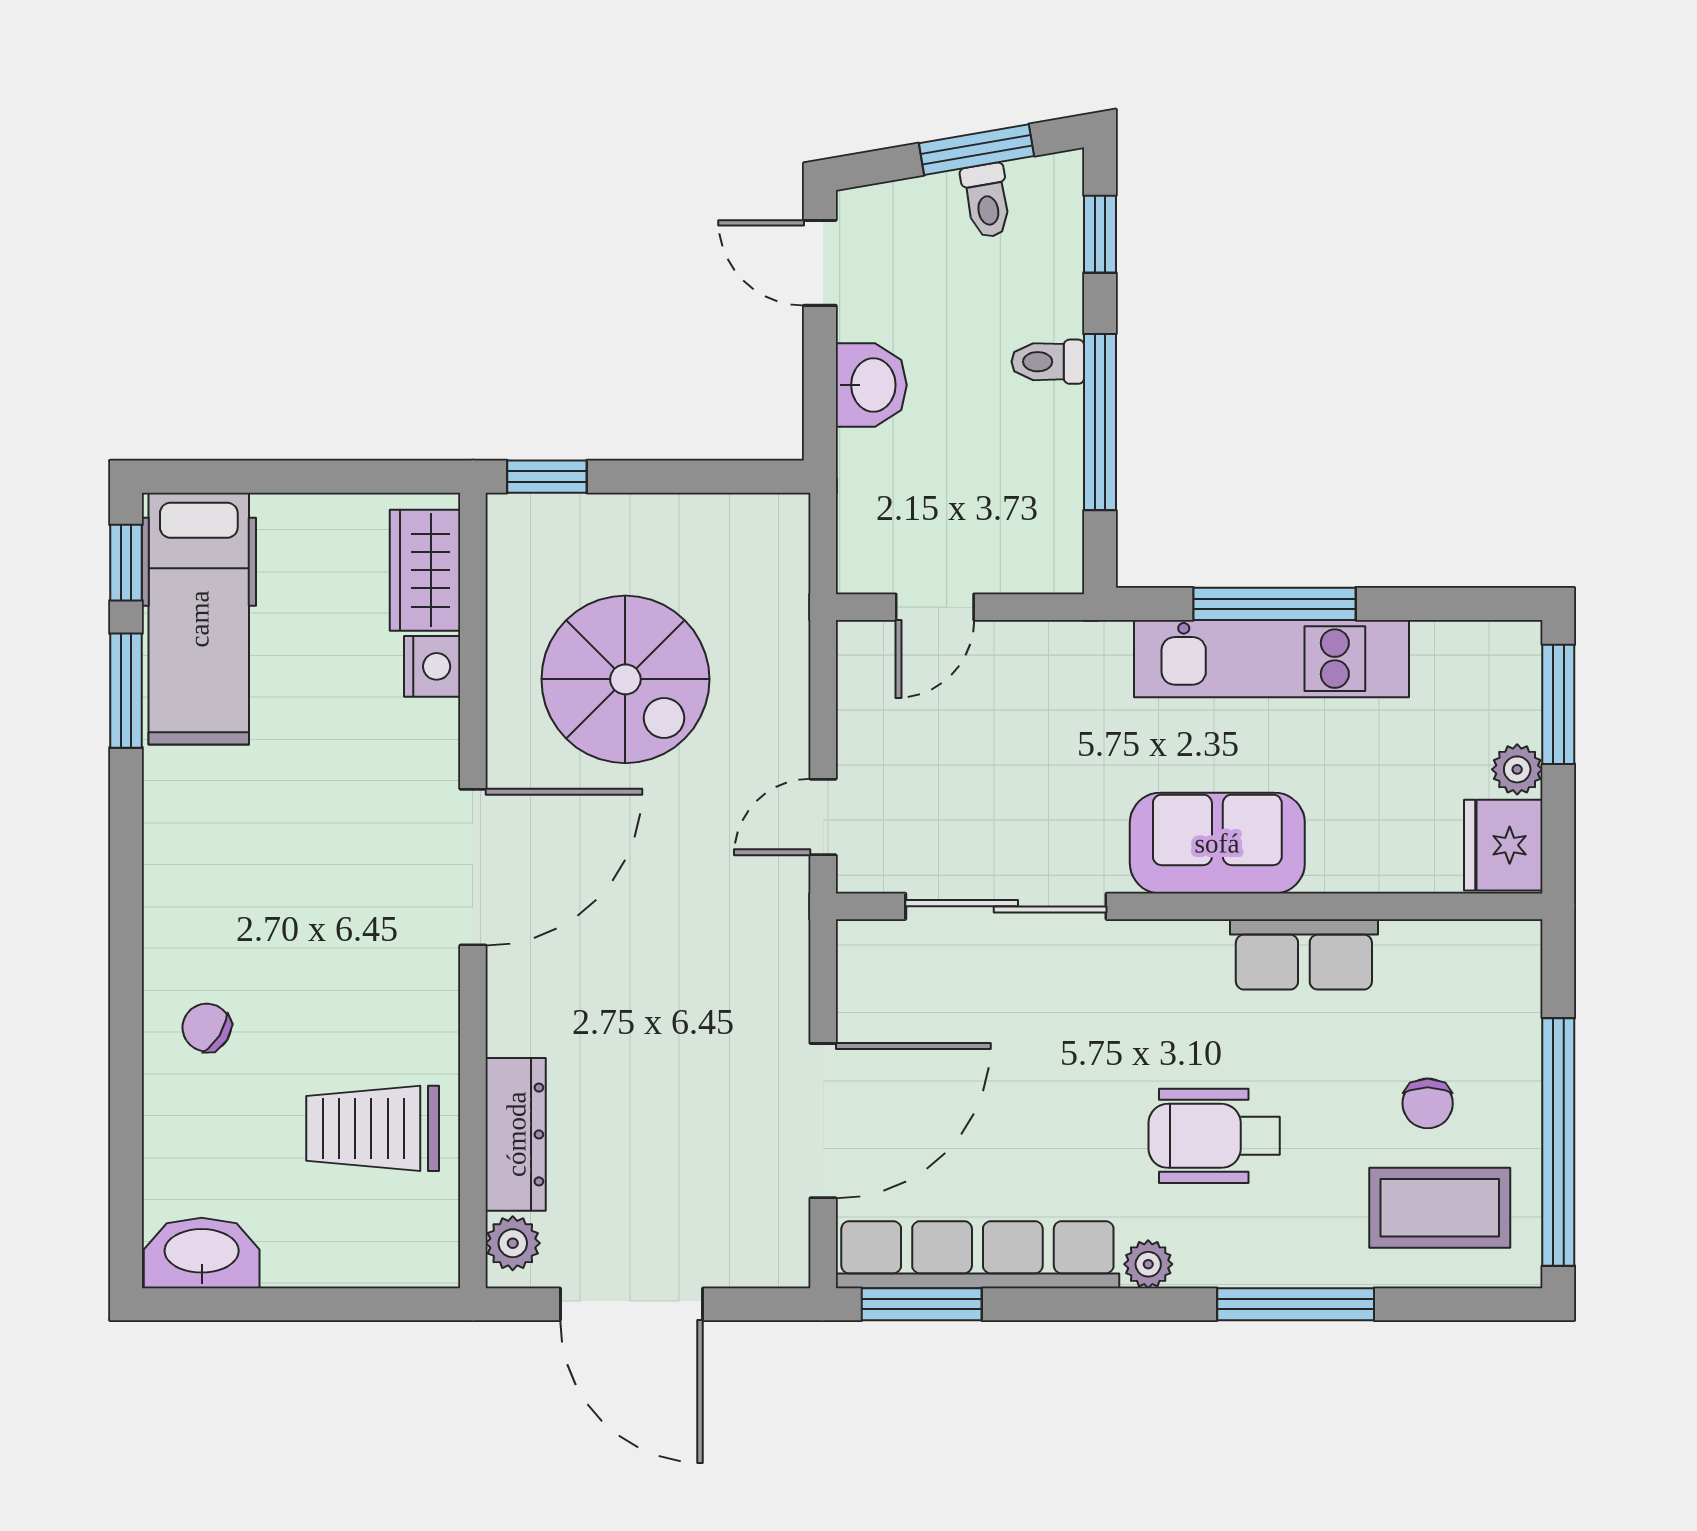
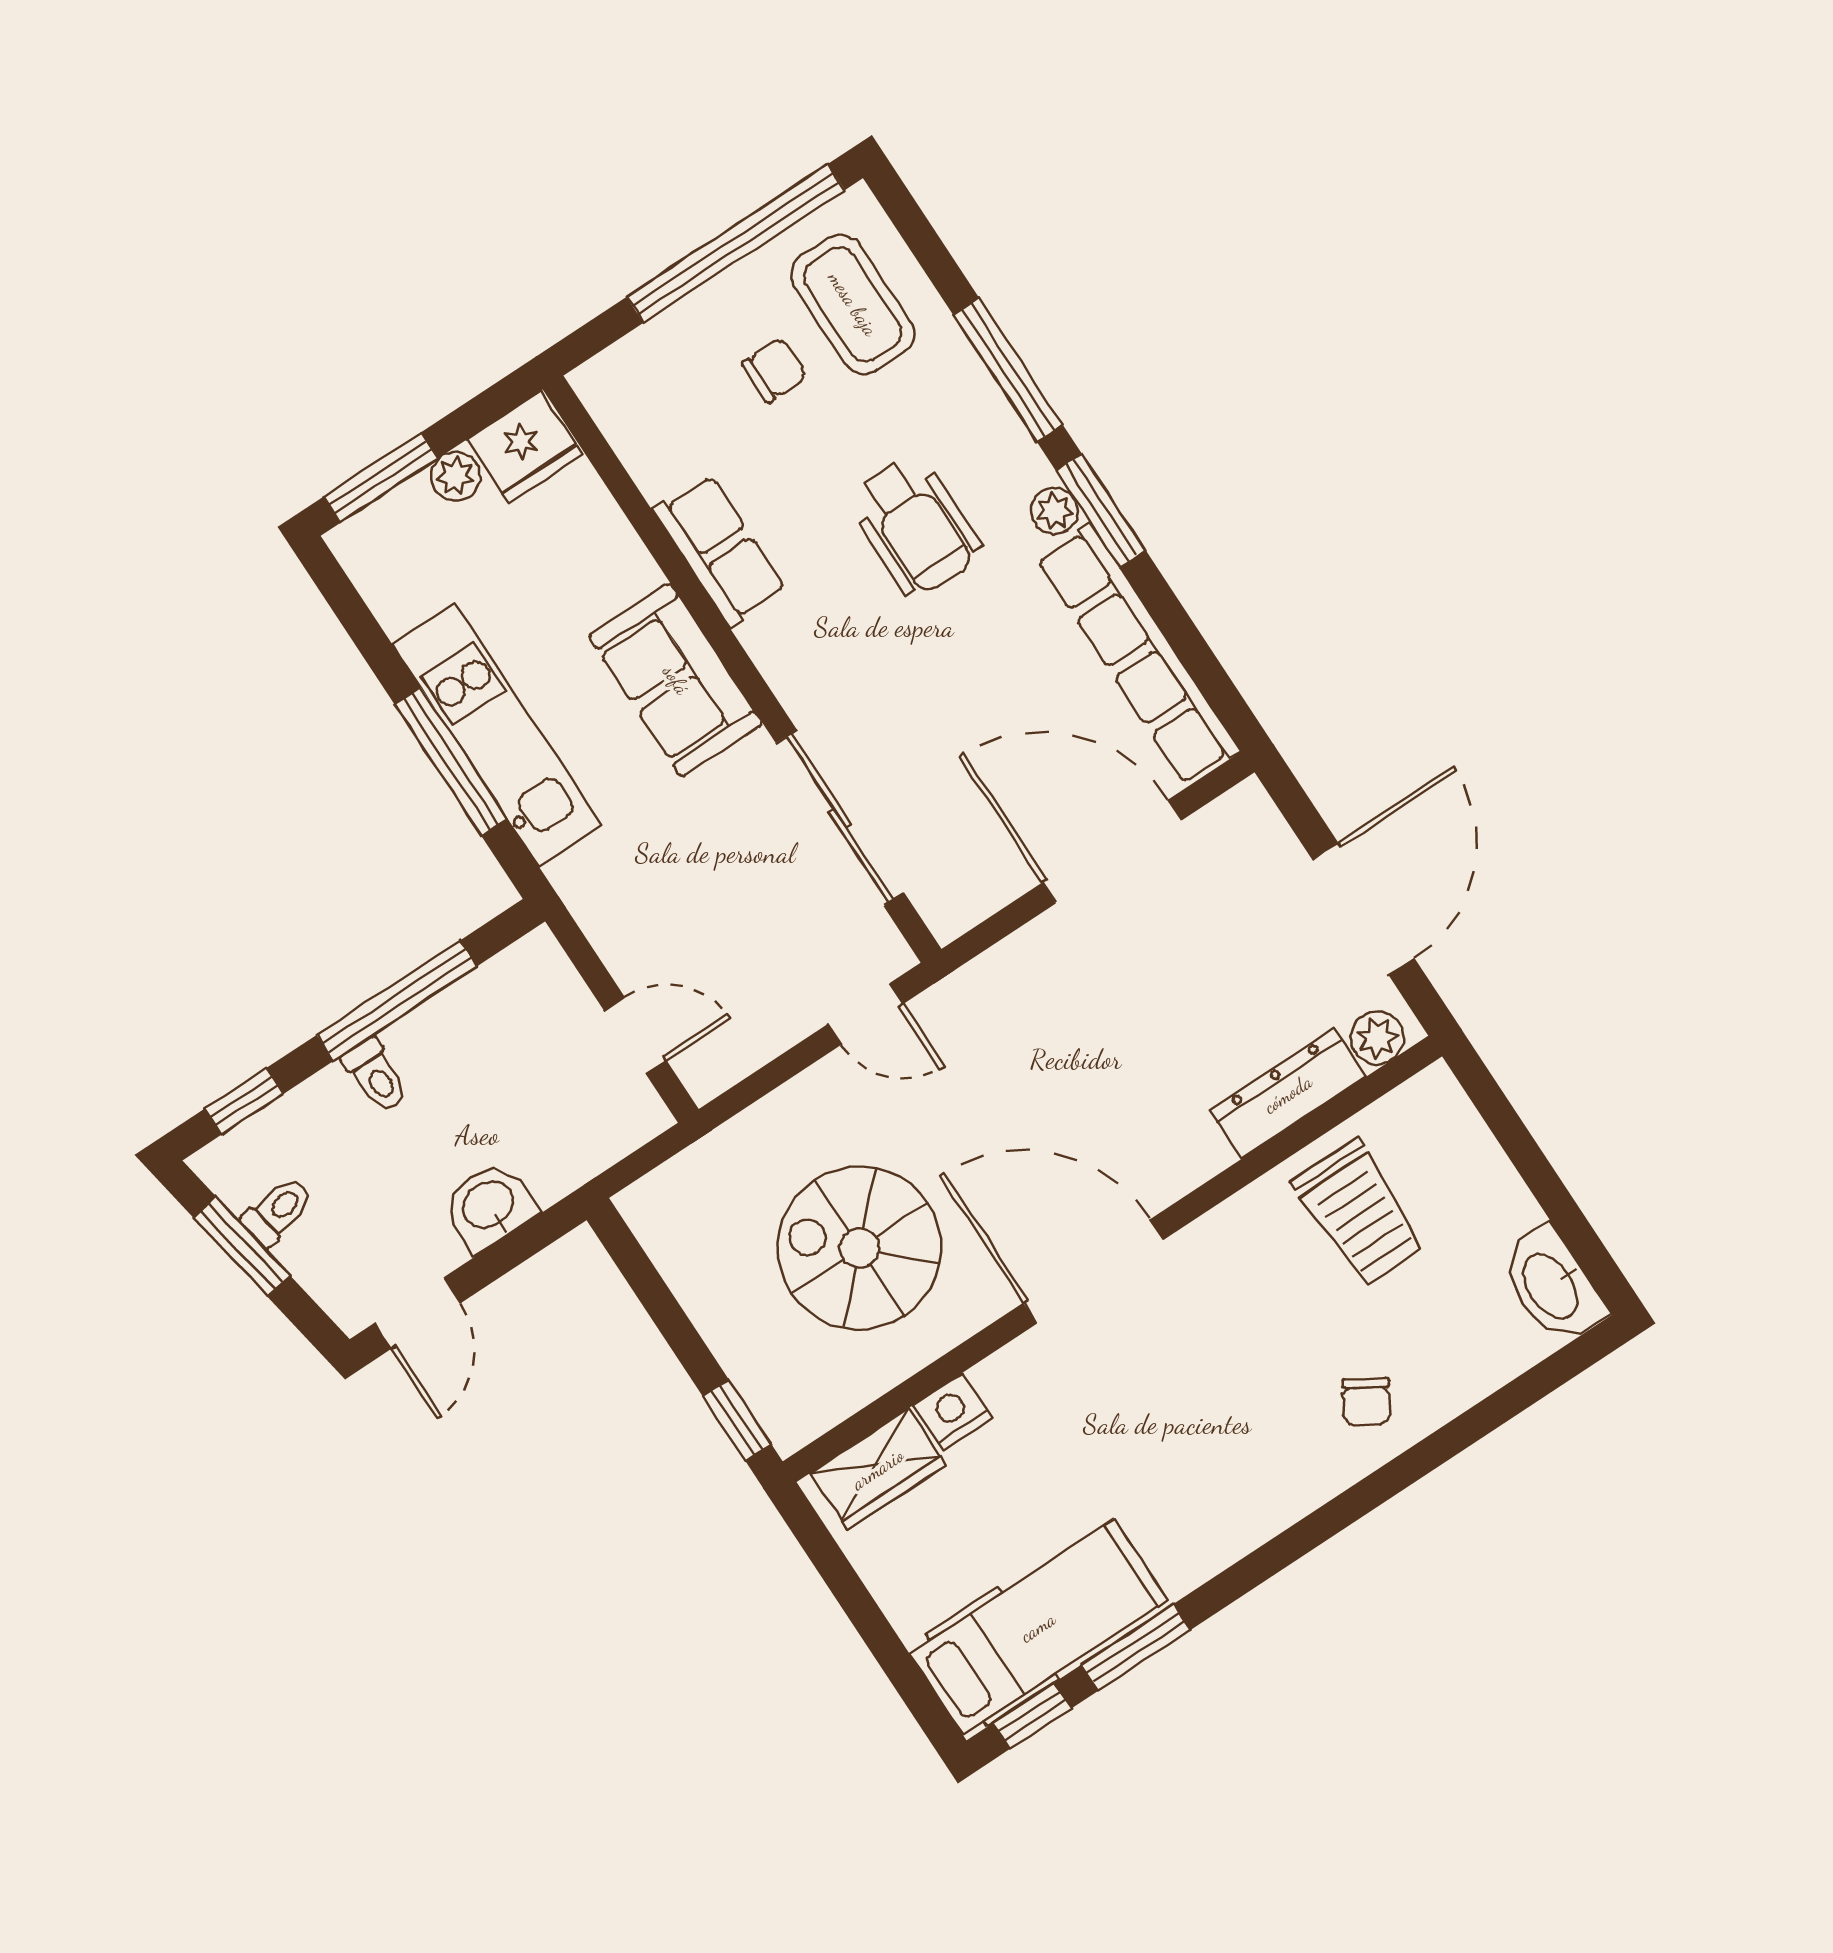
spiral stairs: (625, 679) -> (860, 1248), turned -90
window: (922, 1304) -> (1101, 511), moved

